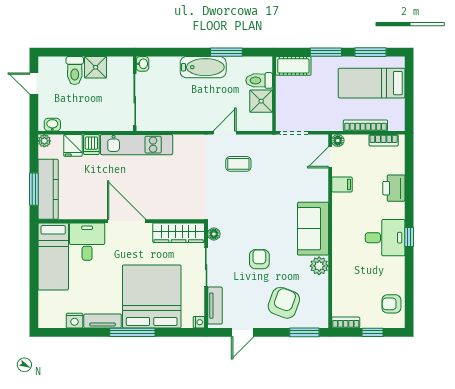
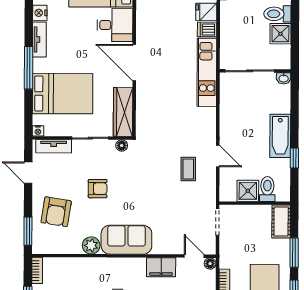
window: (226, 52) -> (294, 158), width x0.67
filing cabinet: (342, 185) -> (161, 267), width x2.00
door: (127, 221) -> (134, 63), swing flipped
bed: (152, 296) -> (63, 94), width x0.73
armchair: (284, 303) -> (56, 212), turned 79

